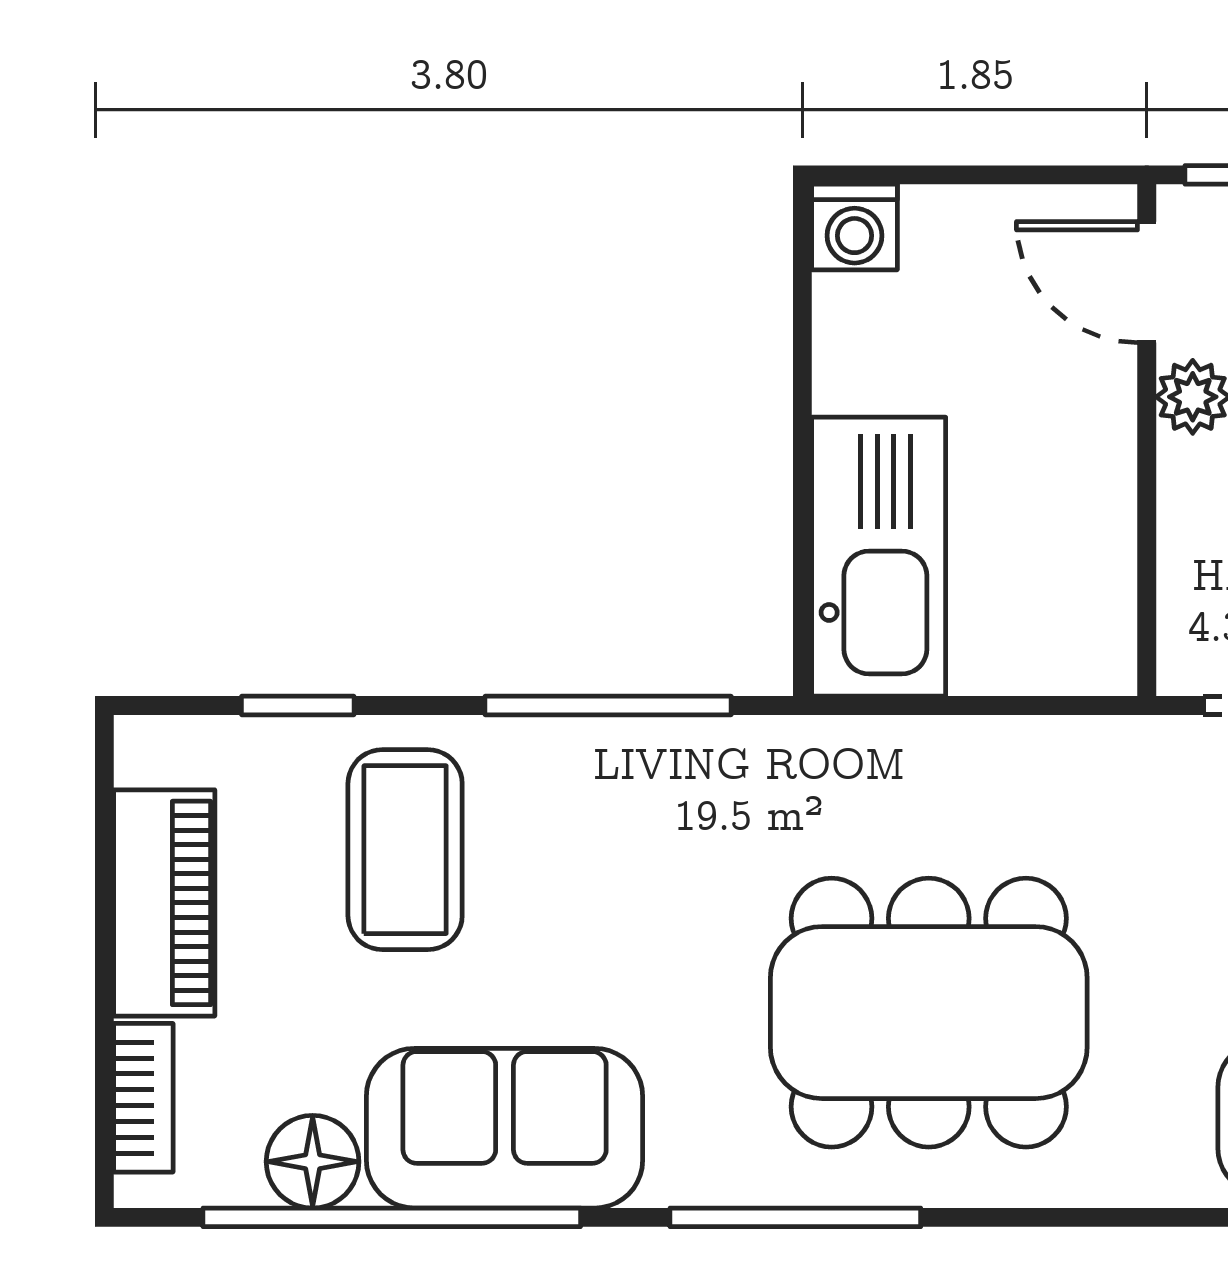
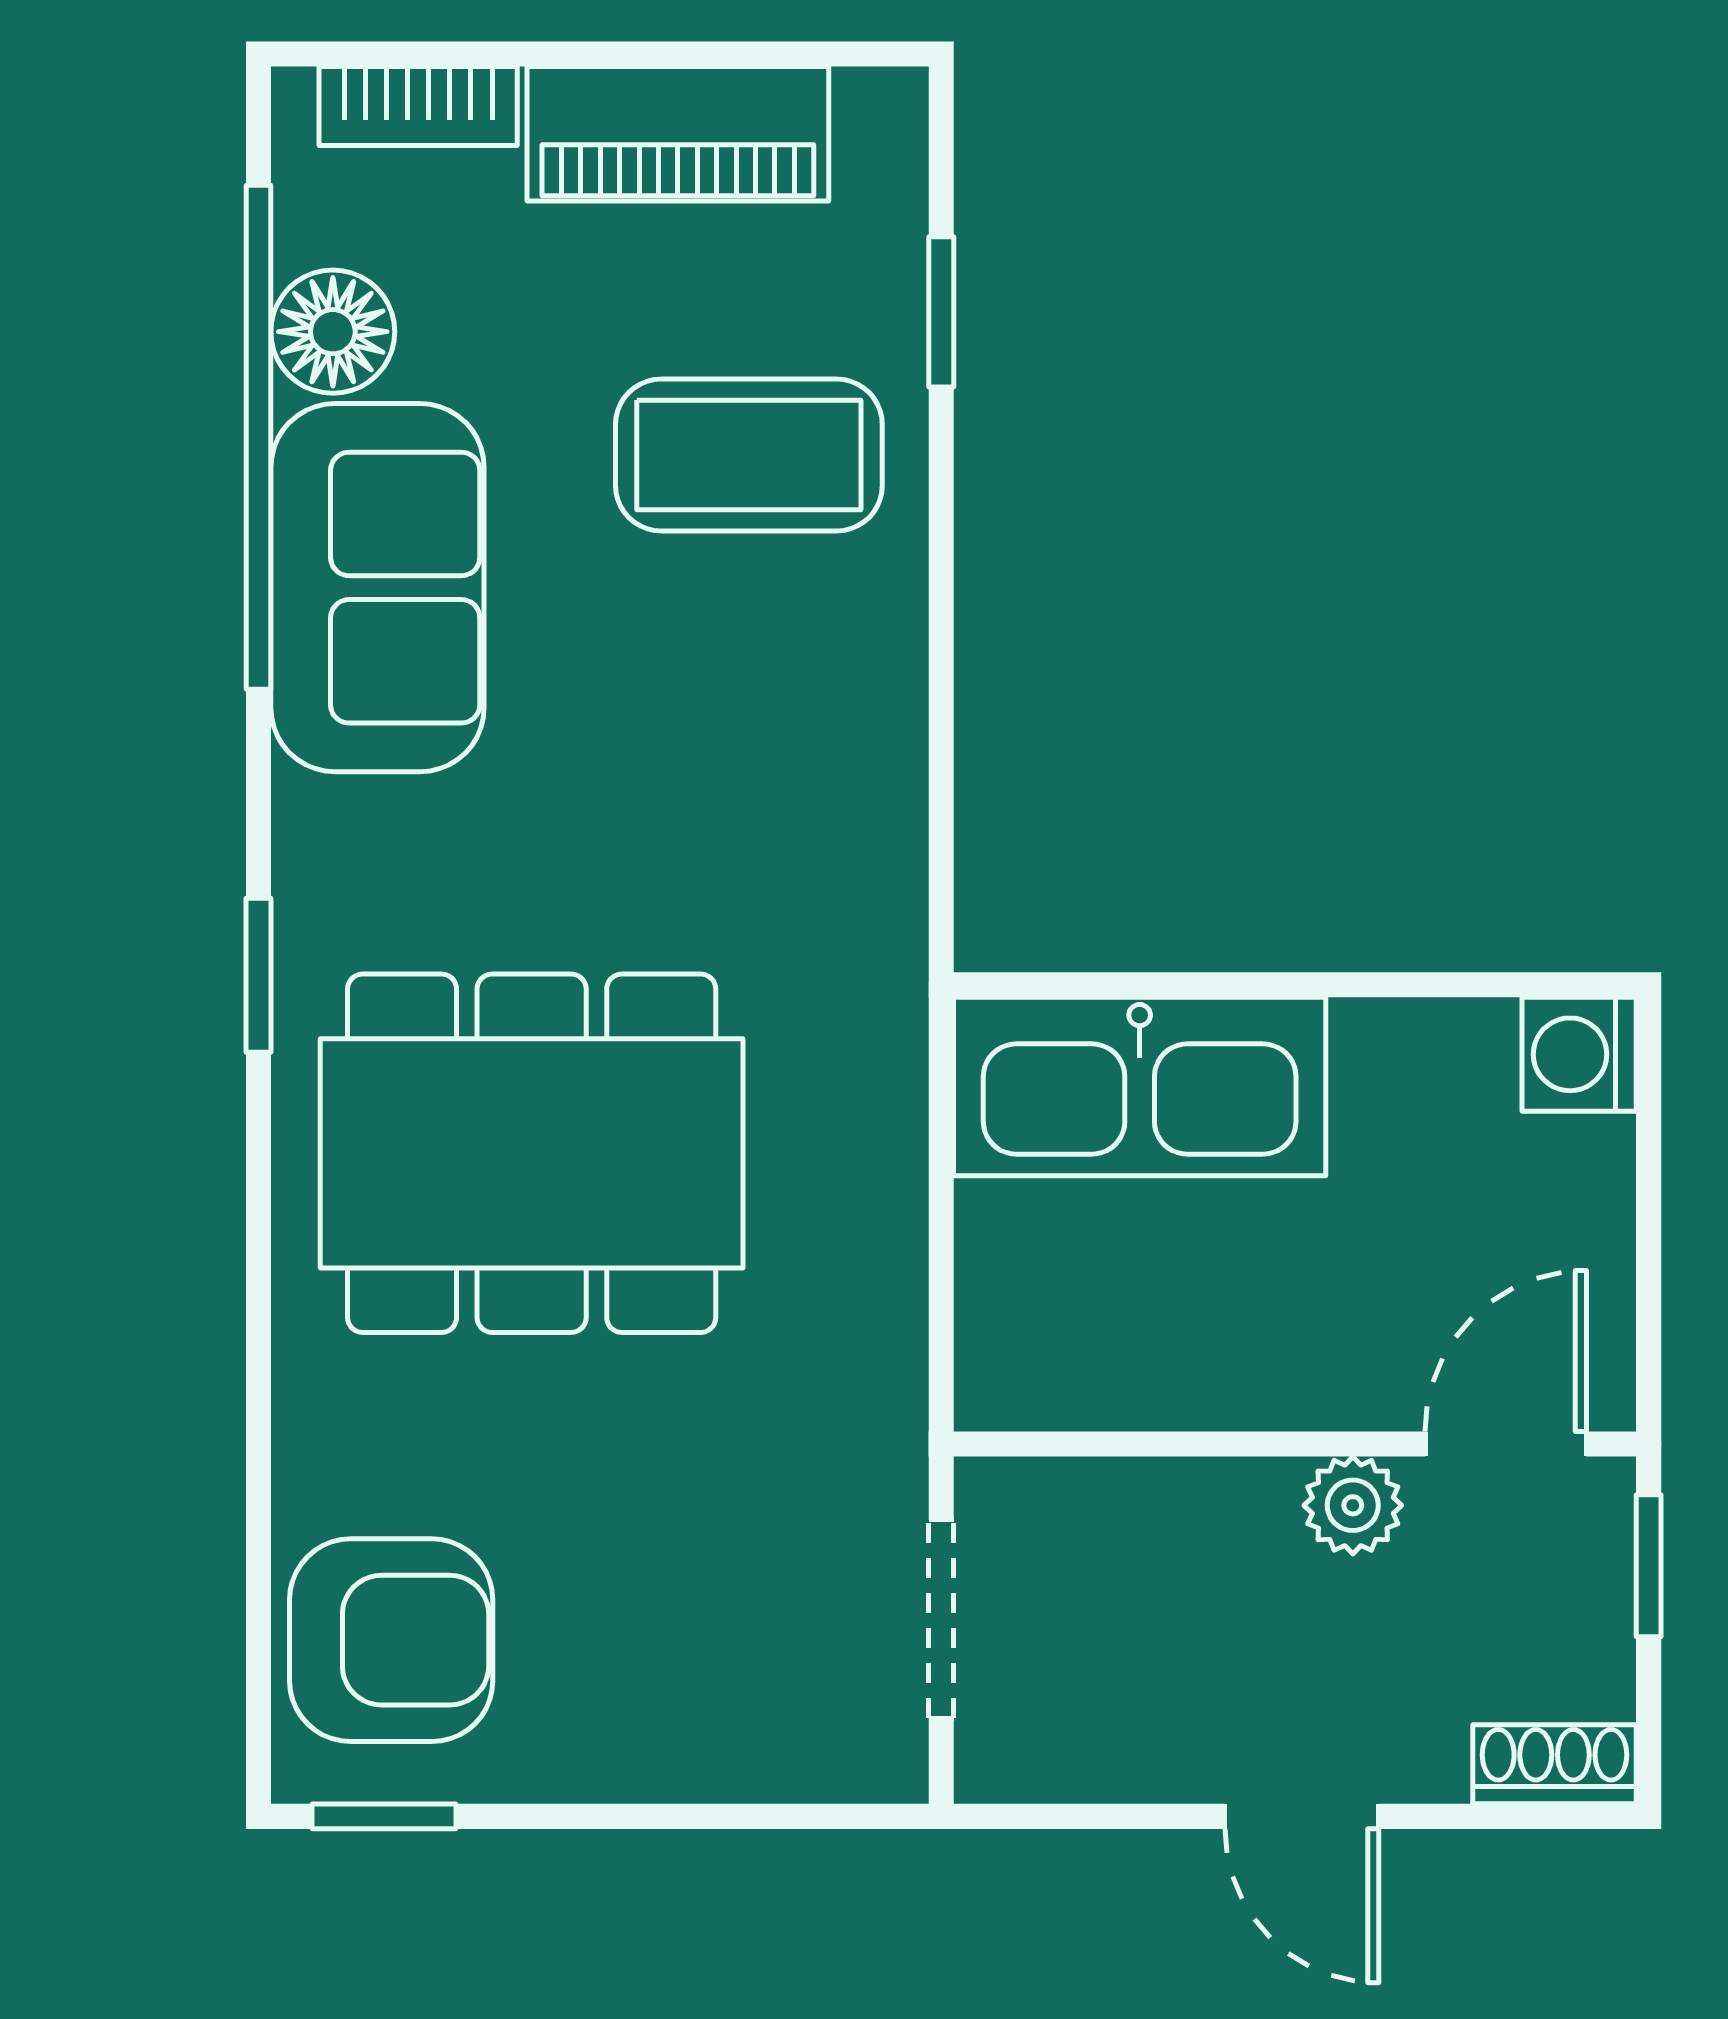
window: (608, 705) -> (941, 726), removed
dining table: (929, 1013) -> (532, 1153), turned 90
window: (795, 1217) -> (259, 975), width x0.46

